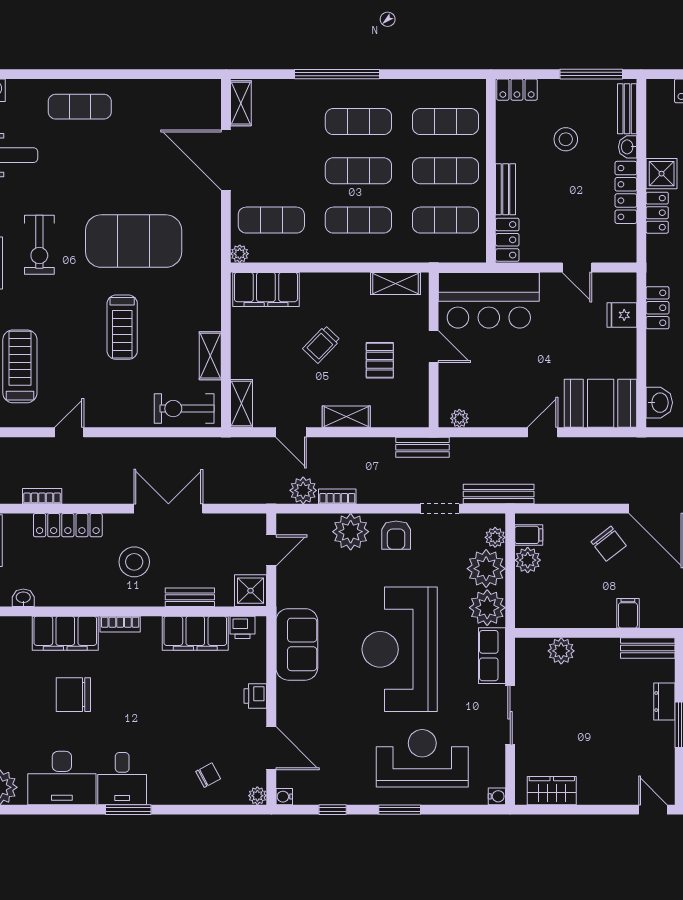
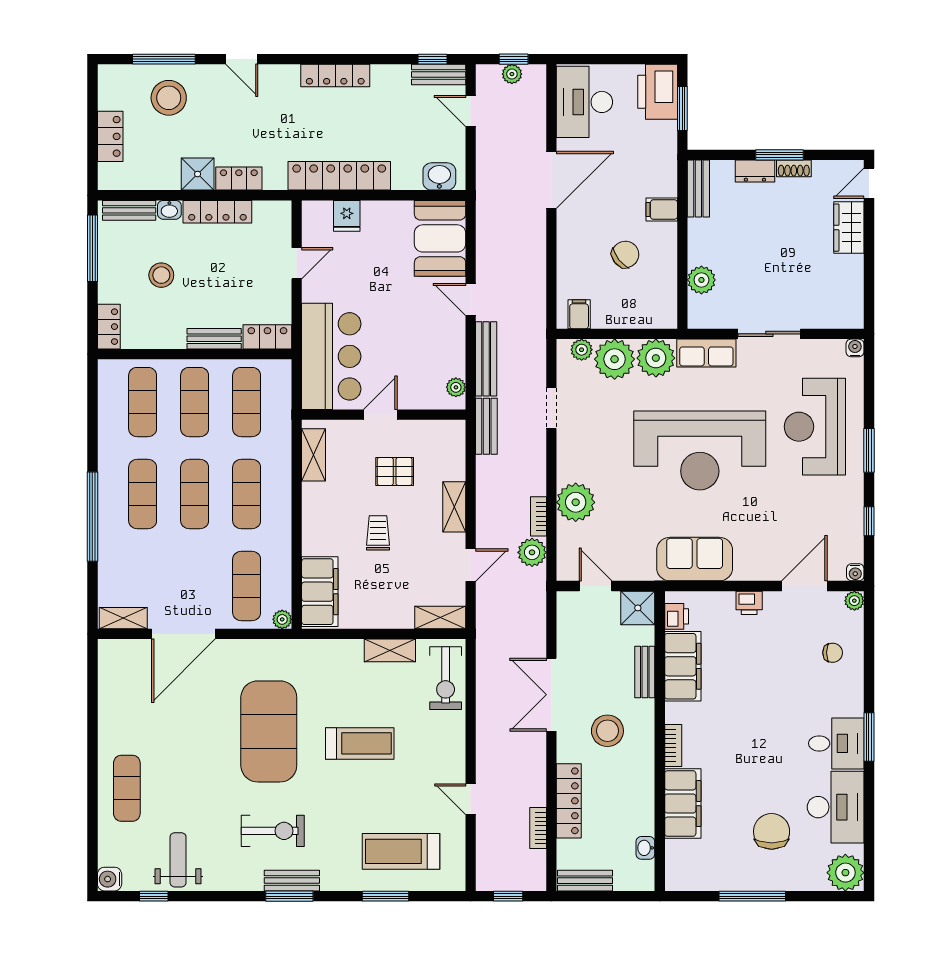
locker: (658, 308) -> (339, 176), width x2.16, depth x1.21
trolley: (322, 344) -> (378, 533), turned -134
bench: (499, 494) -> (486, 359), moved
armchair: (396, 535) -> (579, 454), removed
chair: (609, 544) -> (625, 254), moved
plant: (528, 560) -> (606, 315), removed
chair: (73, 695) -> (772, 831), moved, turned 180
shoe rack: (667, 738) -> (794, 168), added
chair: (208, 775) -> (833, 653), turned 118
wardrobe: (552, 791) -> (849, 228), moved

